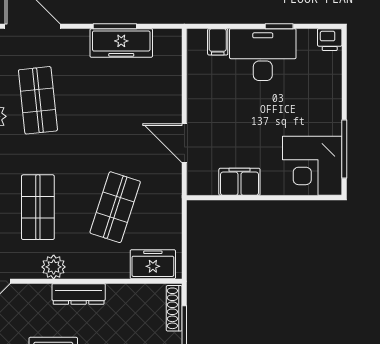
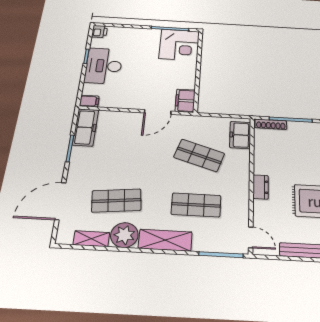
filing cabinet: (218, 42) -> (89, 101), moved
freezer: (121, 43) -> (86, 127), moved
filing cabinet: (239, 182) -> (185, 101), moved
plant: (54, 267) -> (241, 197), removed
dresser: (79, 294) -> (261, 187), width x0.70

